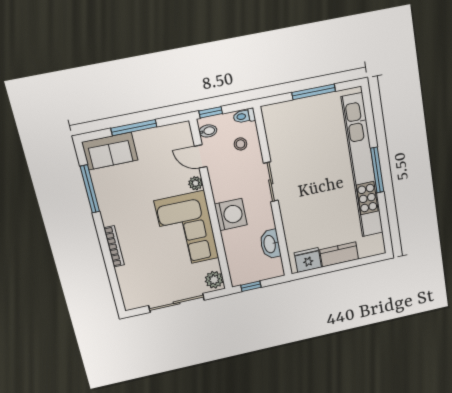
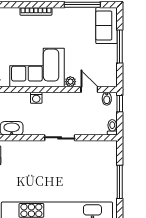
stool: (240, 144) -> (93, 121), removed
door: (201, 157) -> (89, 90), hinge flipped
washing machine: (231, 215) -> (36, 98), width x0.53, depth x0.53

